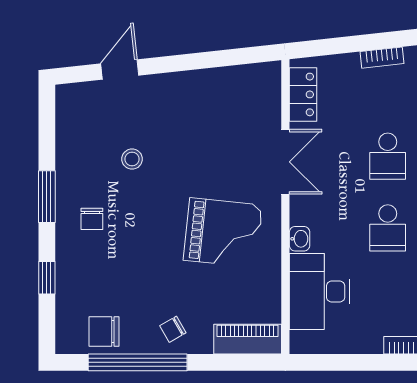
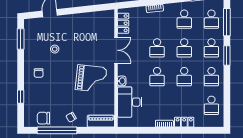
window: (47, 197) -> (21, 39), moved

